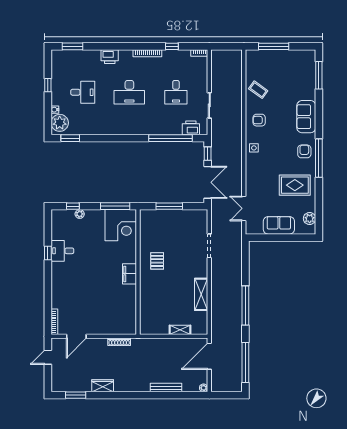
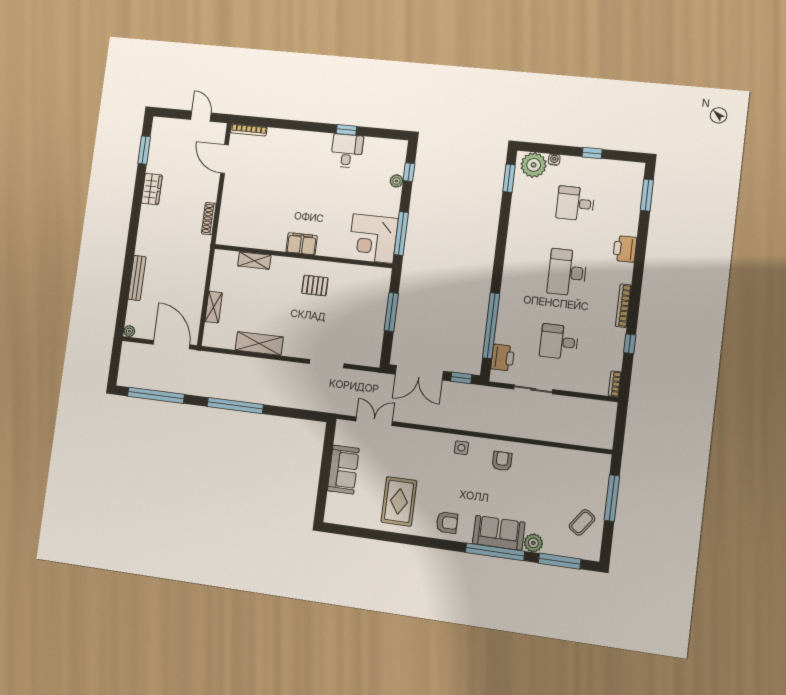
coffee table: (258, 90) -> (582, 522), moved
desk: (83, 92) -> (575, 203), turned 90
window: (319, 158) -> (495, 552), moved
plant: (310, 218) -> (533, 543), moved
shelving: (145, 306) -> (254, 261), added

